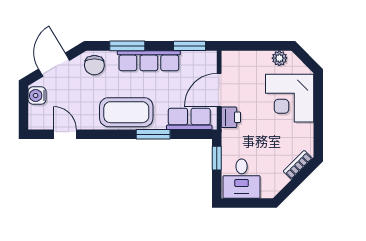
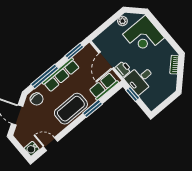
window: (127, 46) -> (45, 76), width x1.44
water cooler: (37, 96) -> (32, 149), moved
desk: (242, 179) -> (140, 79), moved, turned 90

